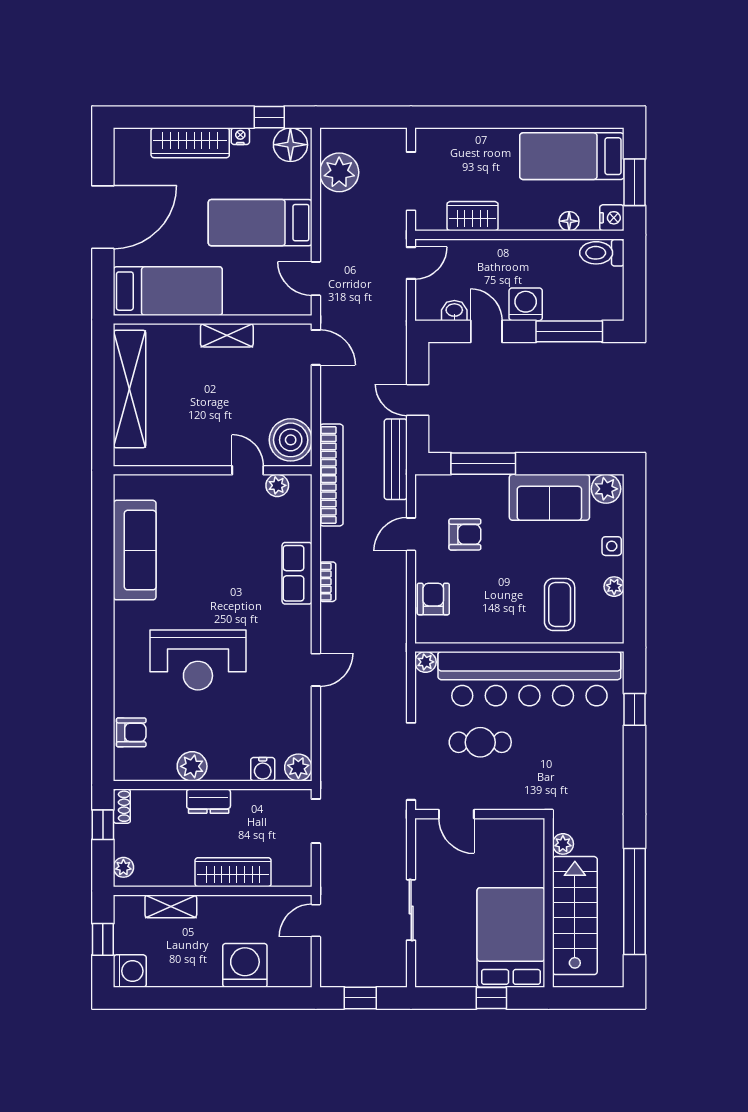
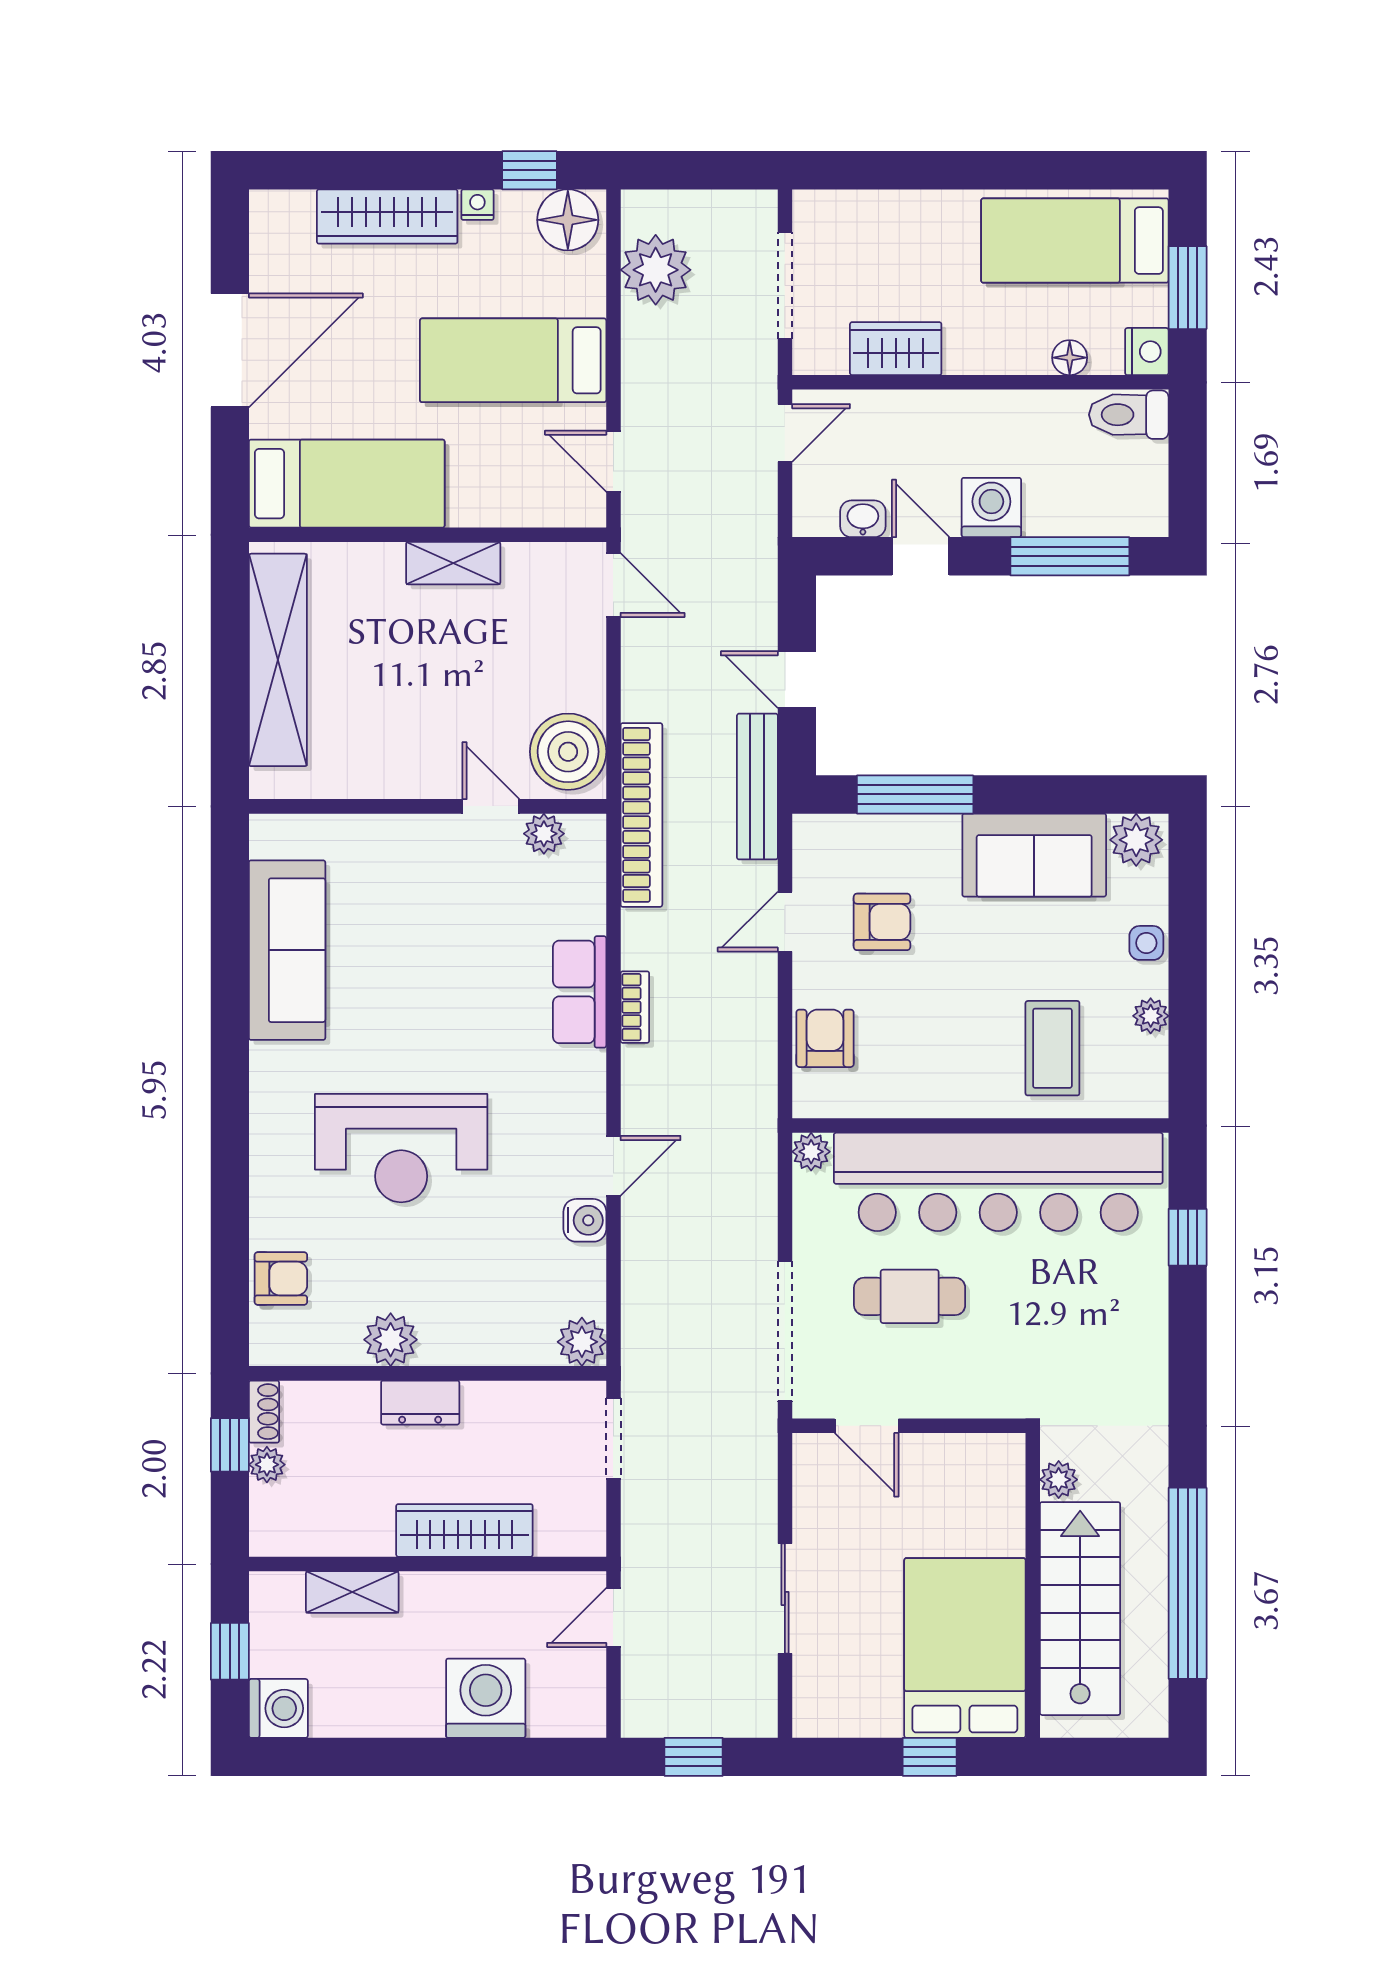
water cooler: (263, 769) -> (585, 1220), moved, turned -90
plant: (123, 867) -> (267, 1465), moved

